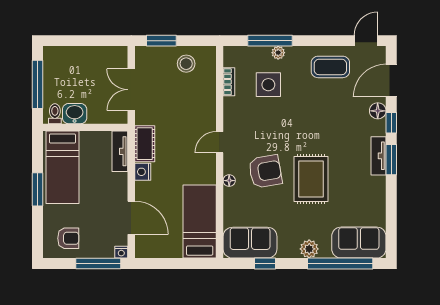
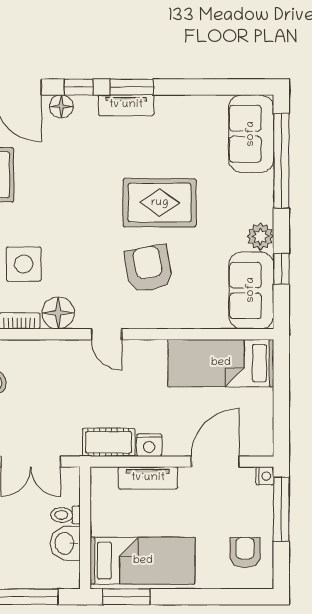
toilet: (55, 114) -> (65, 515), moved
tv unit: (120, 151) -> (148, 478), moved
floor lamp: (229, 181) -> (58, 313), moved, width x1.89, depth x1.89
window: (38, 189) -> (126, 597), moved
plant: (309, 249) -> (260, 236), moved

